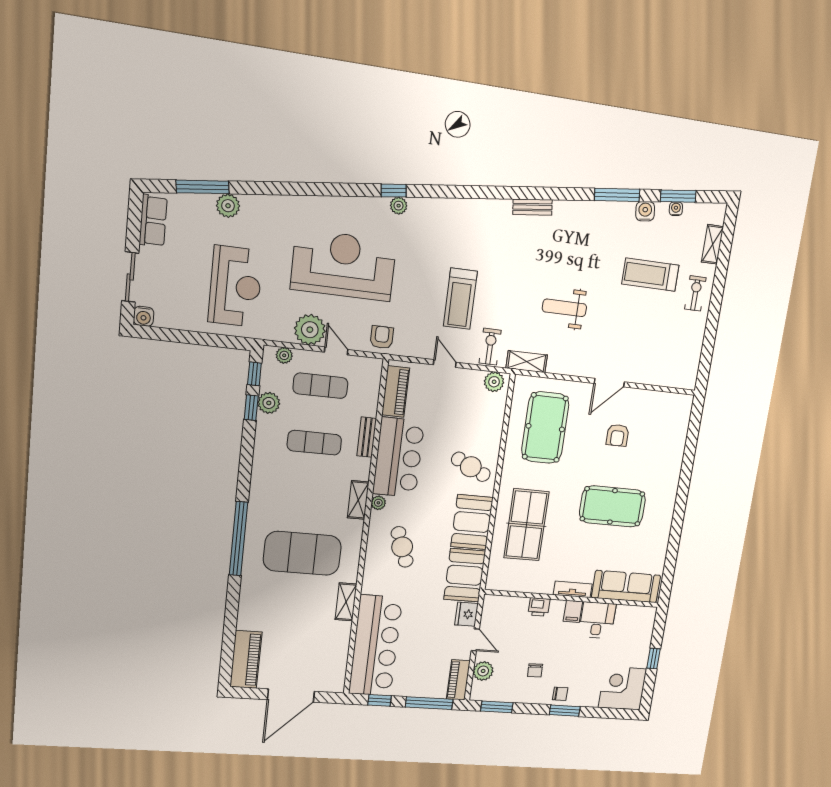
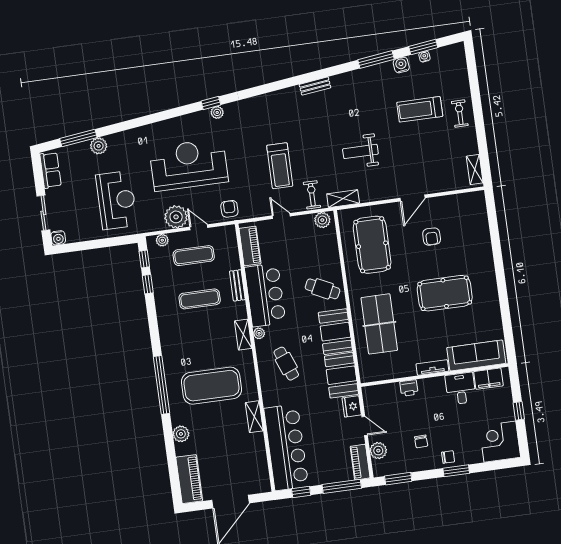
shelving: (712, 244) -> (475, 170), moved
plant: (269, 403) -> (181, 434), moved
filing cabinet: (573, 611) -> (488, 379), moved, width x2.00

